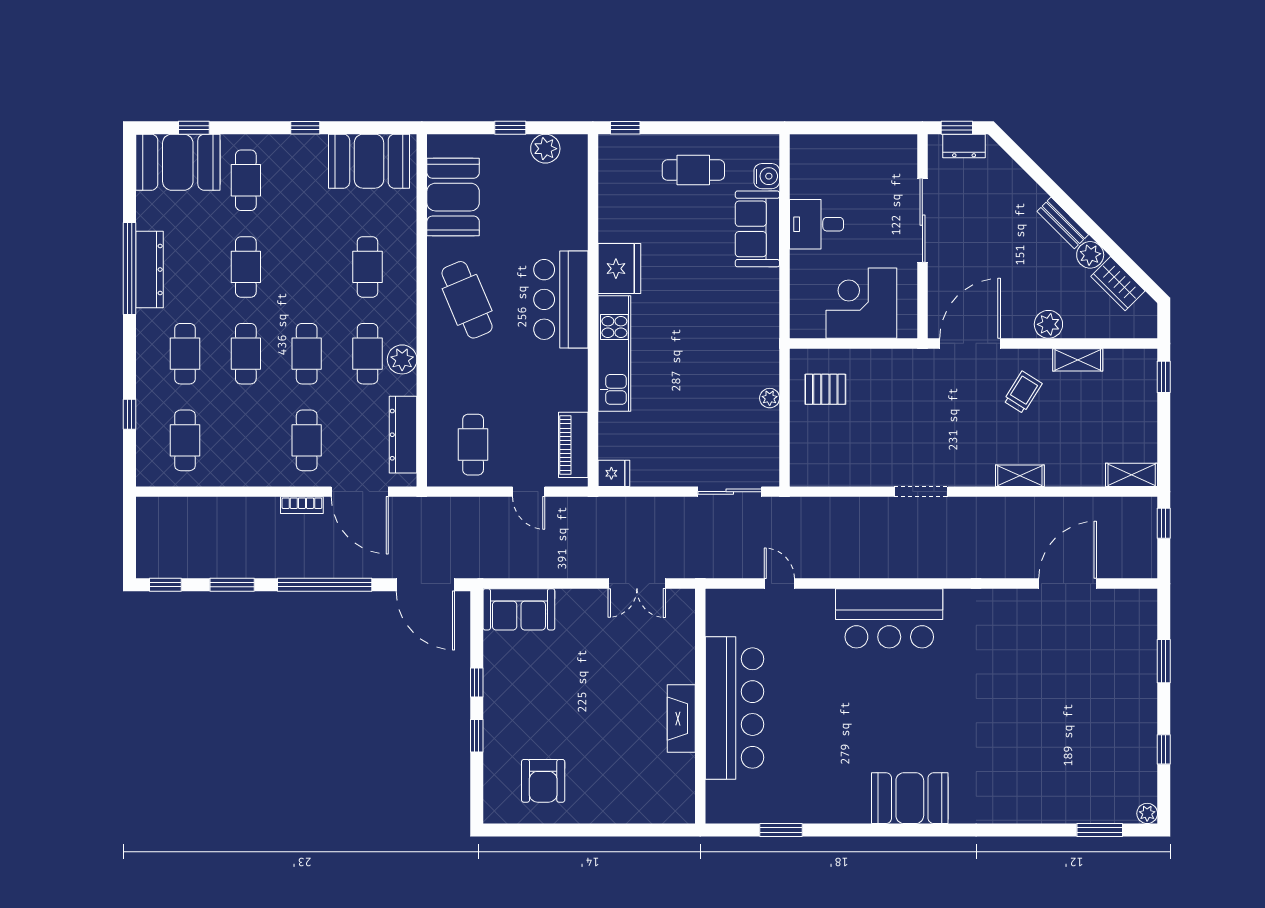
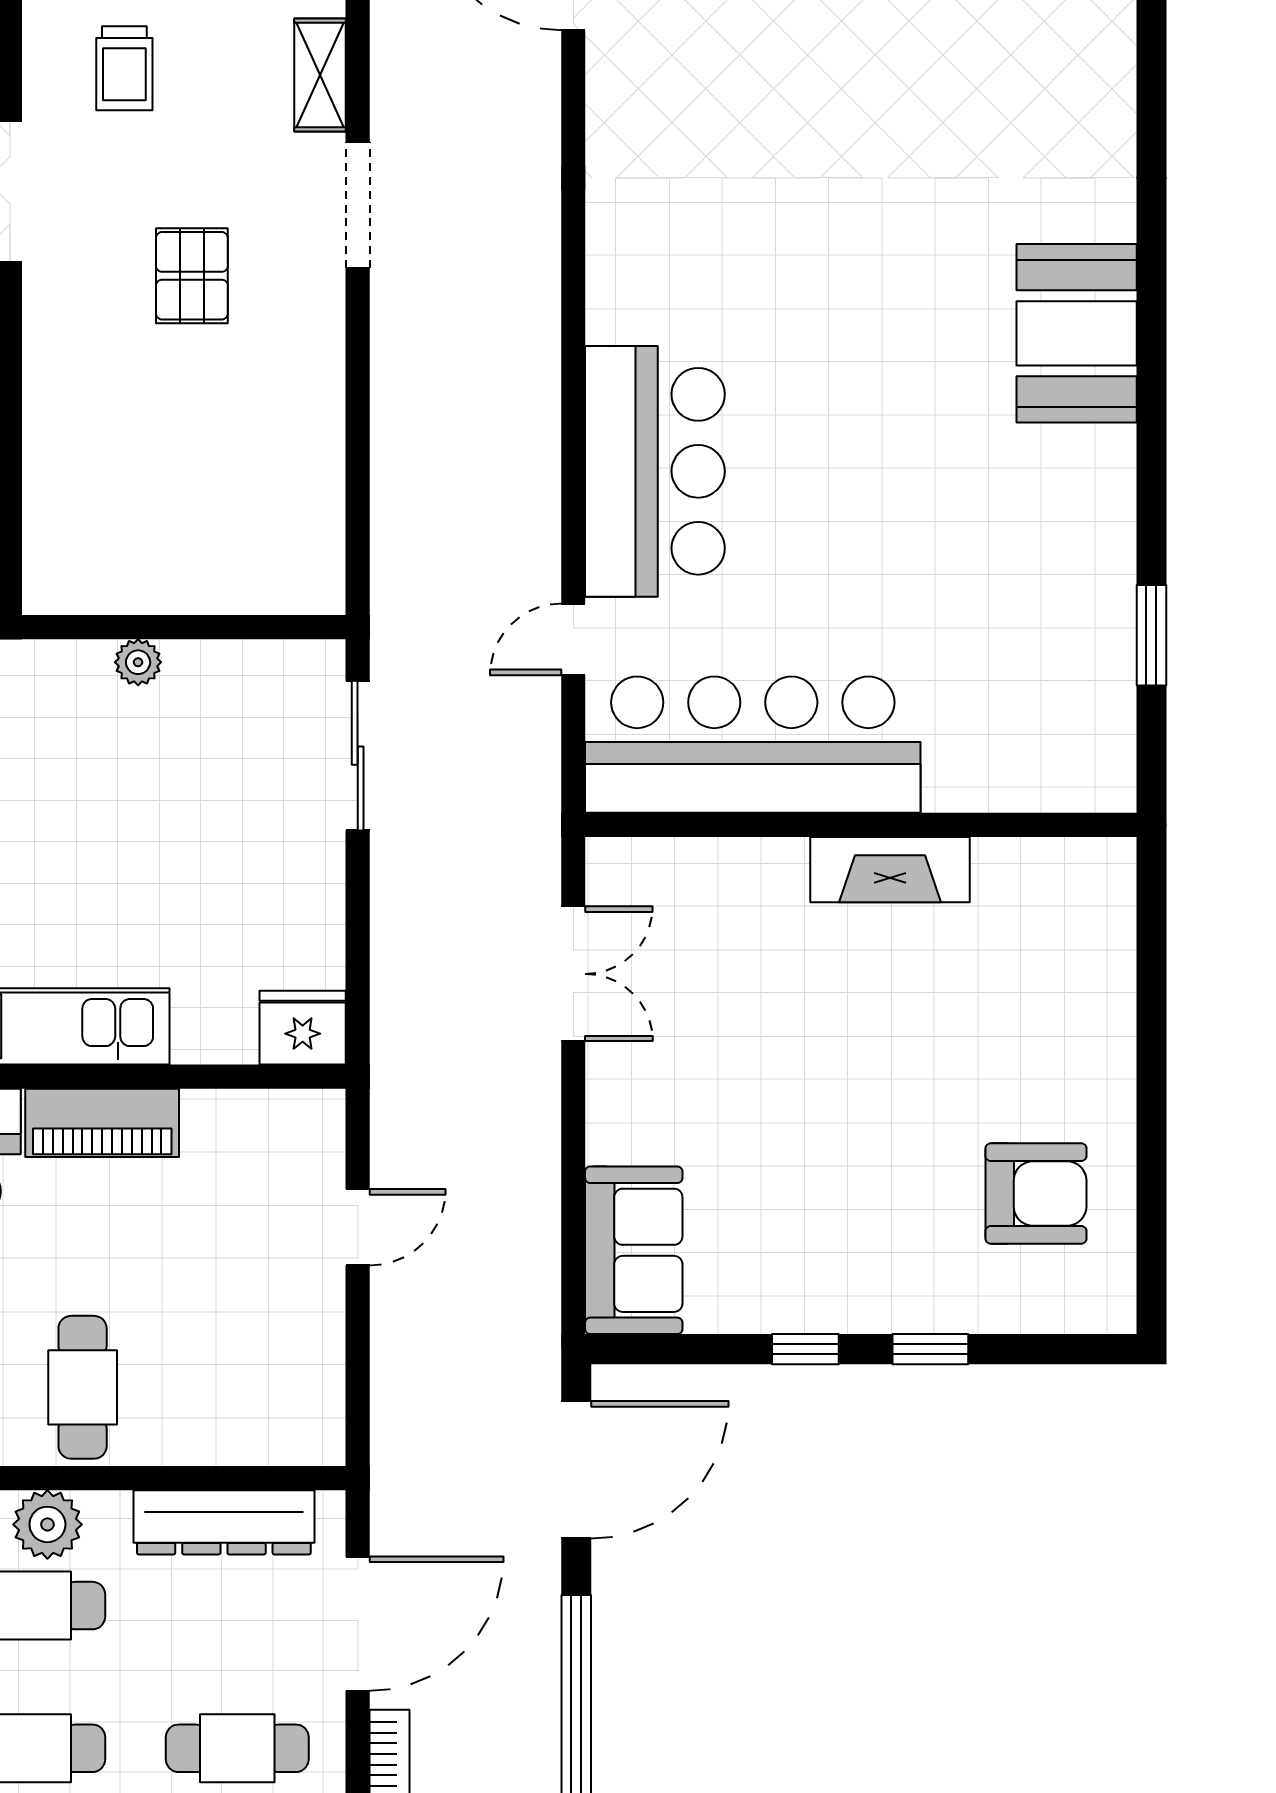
pallet: (825, 389) -> (192, 276), moved
trolley: (1023, 392) -> (124, 68), turned -122
cafe table: (473, 445) -> (83, 1387), moved, turned 90
piano: (573, 445) -> (102, 1123), moved
fridge: (614, 473) -> (303, 1028), width x1.38
doorway: (921, 492) -> (358, 205), moved
bar counter: (889, 618) -> (655, 471), moved
bar counter: (734, 708) -> (753, 745), moved

